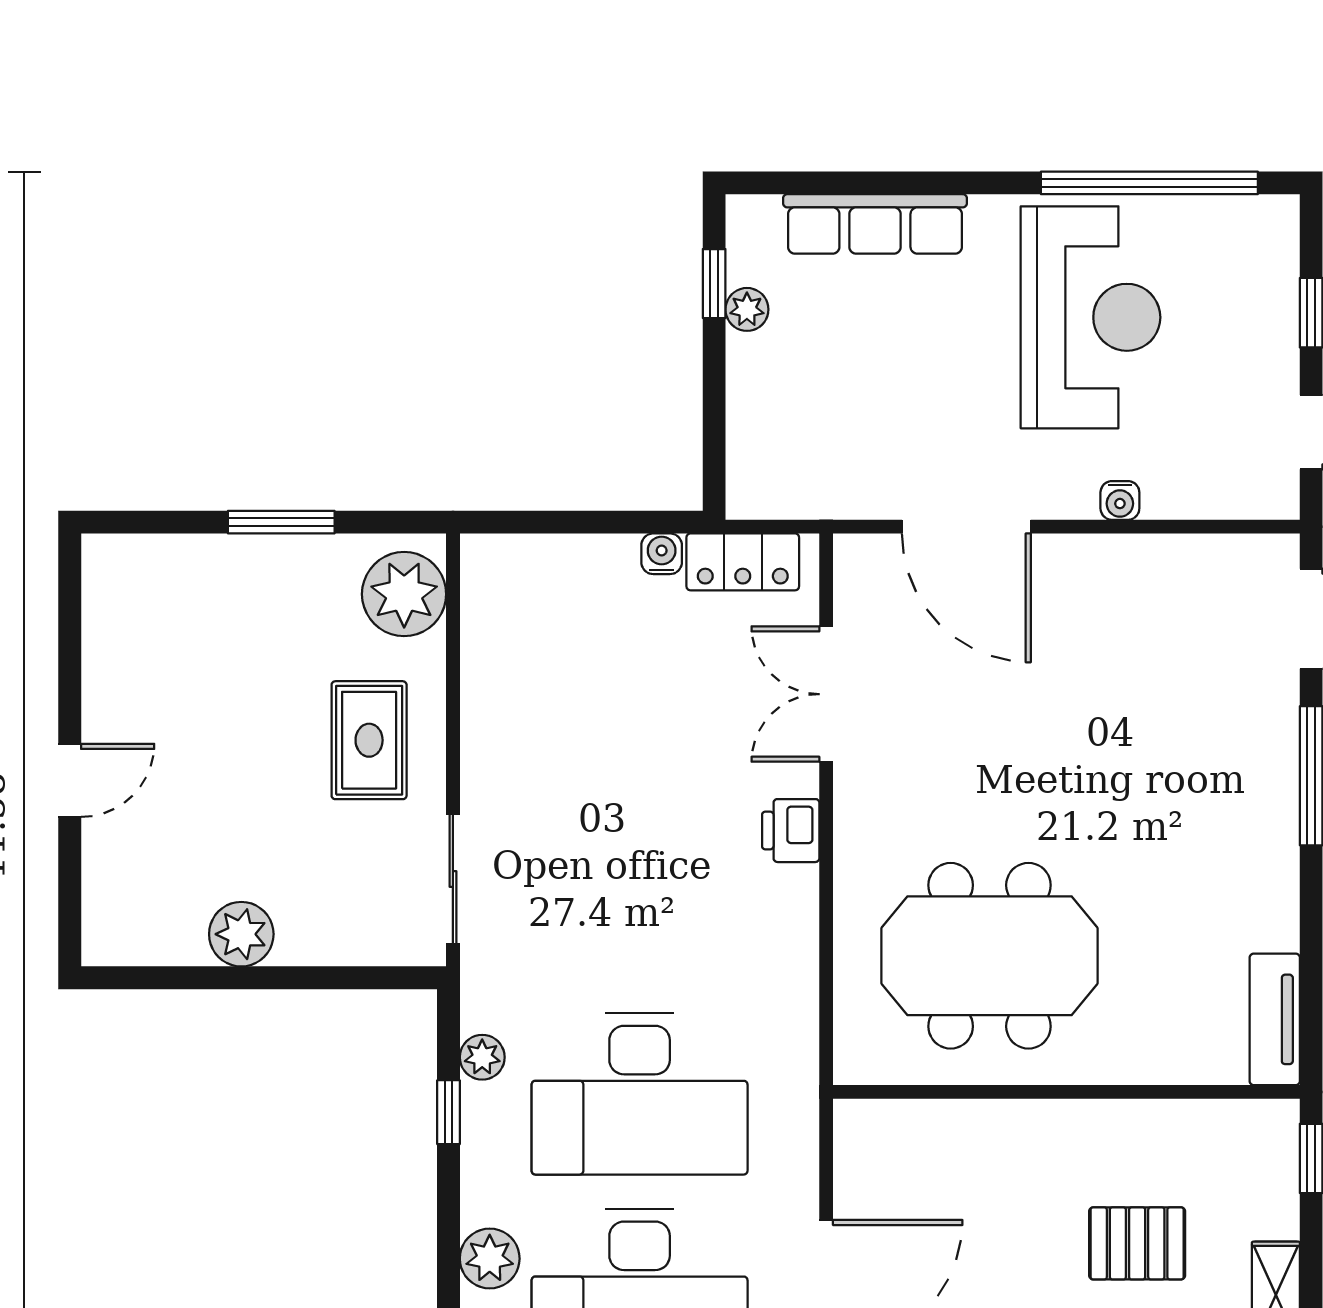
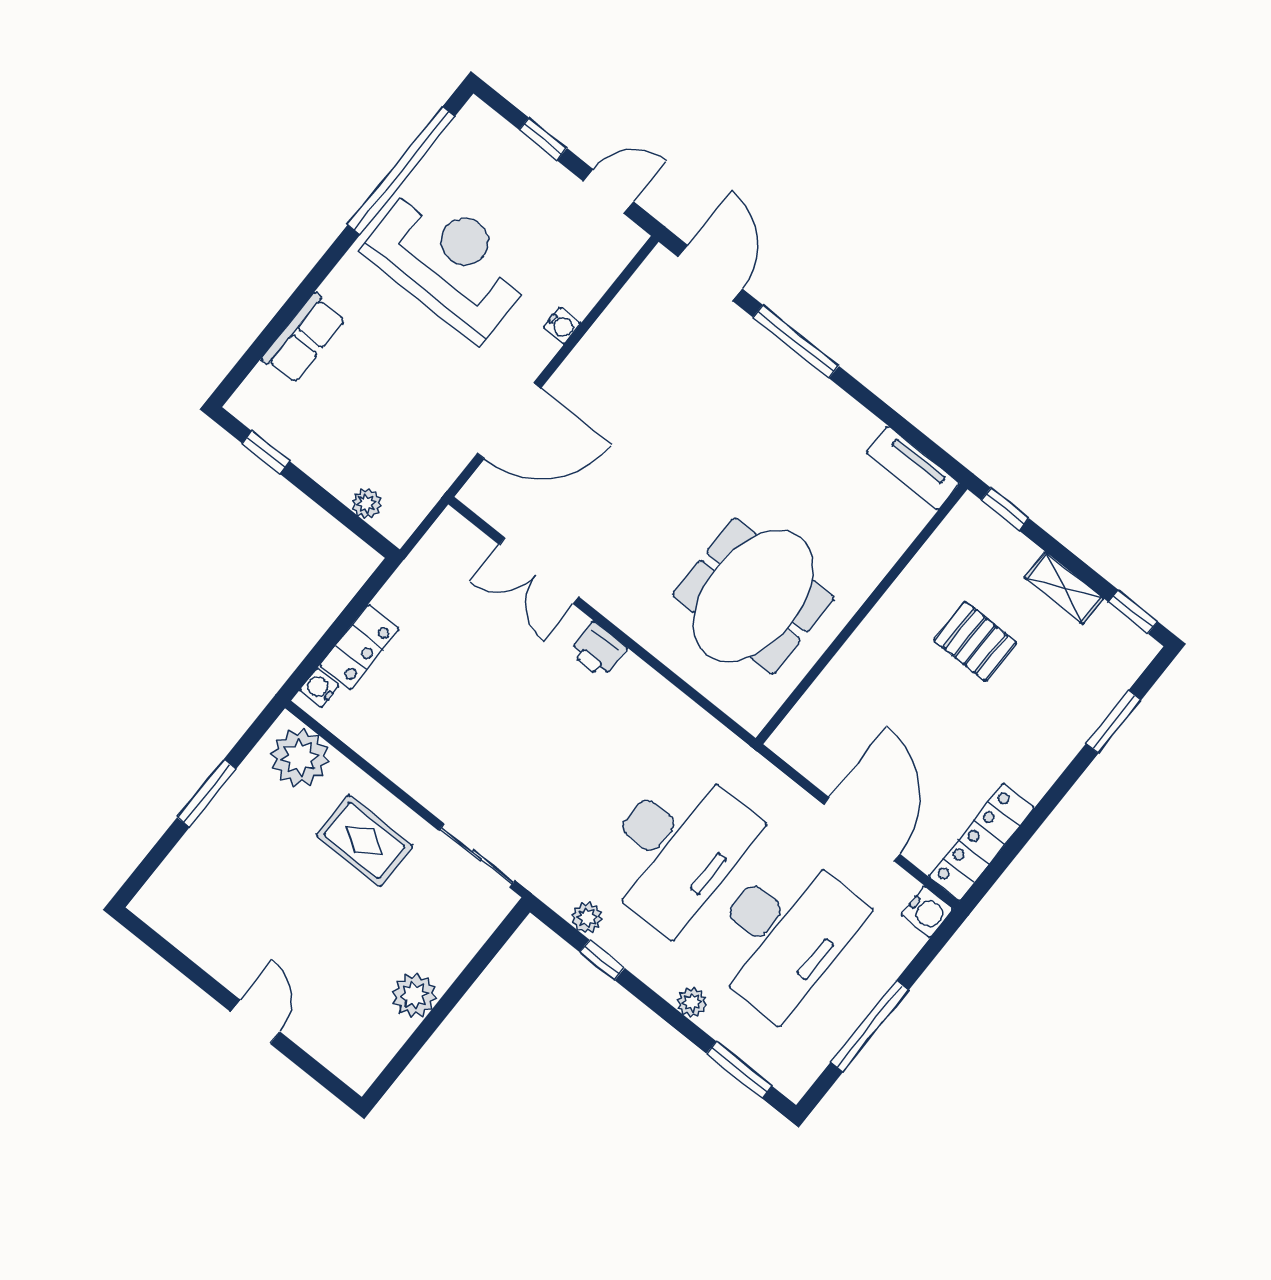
row of seats: (875, 224) -> (304, 338), width x0.68
plant: (747, 309) -> (367, 504), moved
water cooler: (662, 554) -> (319, 688), moved
locker: (743, 562) -> (359, 647), moved
pallet: (1137, 1243) -> (975, 641), turned 90
plant: (490, 1259) -> (692, 1002), width x0.73, depth x0.73

